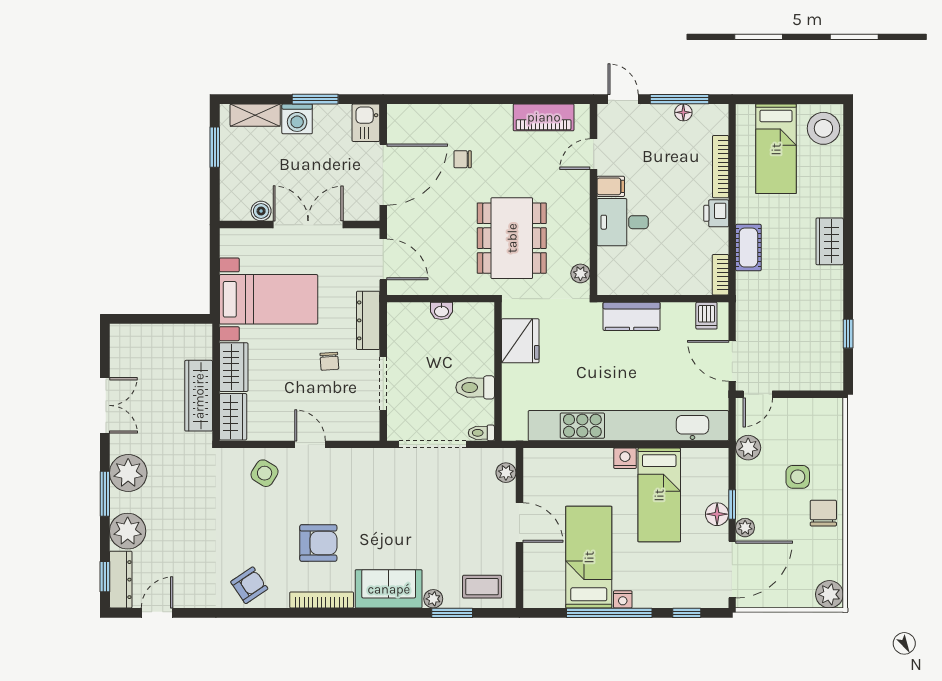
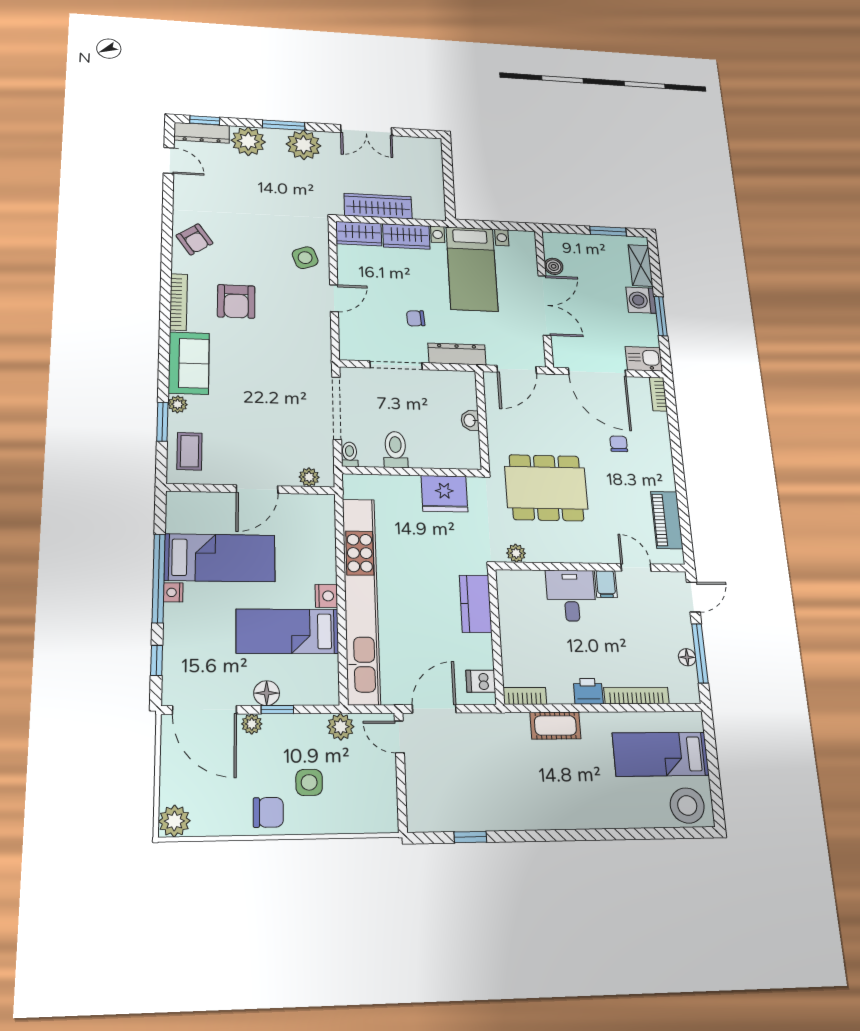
bookcase: (406, 111) -> (658, 394), added
wardrobe: (830, 241) -> (569, 814), removed
side table: (265, 473) -> (305, 258), turned 38

